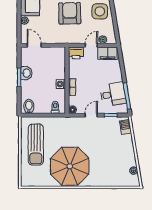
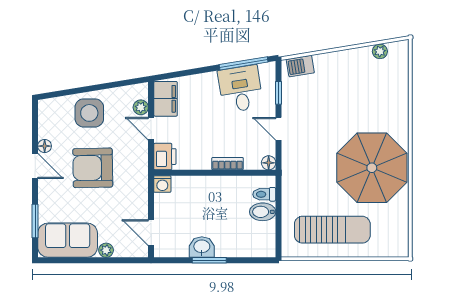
door: (34, 45) -> (151, 233), hinge flipped
washing machine: (61, 84) -> (162, 184), moved
bidet: (29, 106) -> (263, 212), moved

